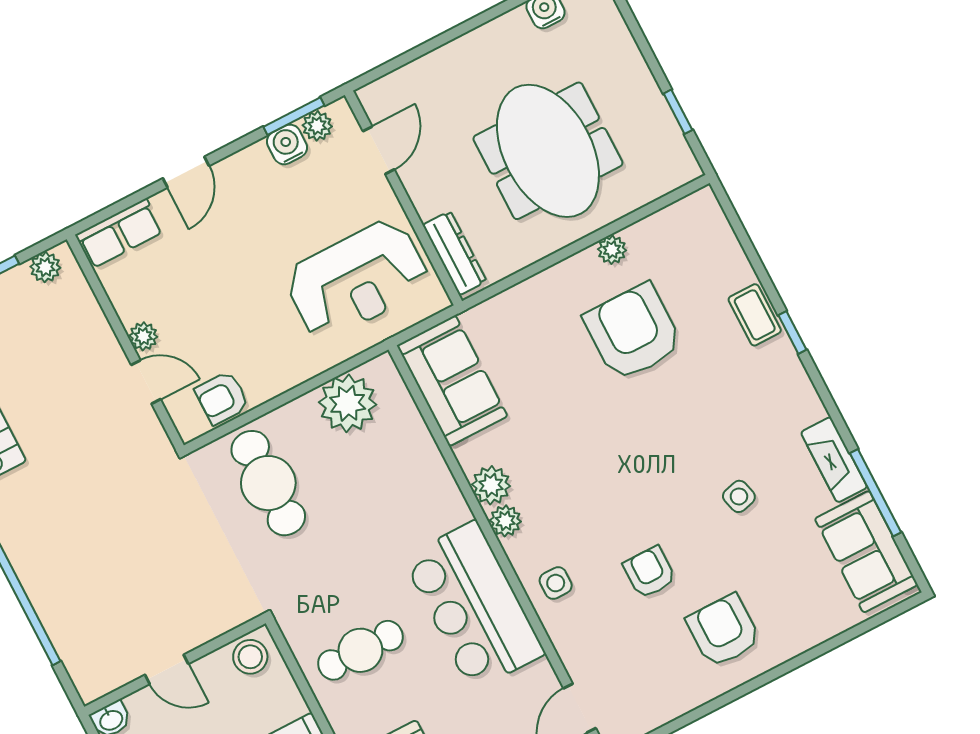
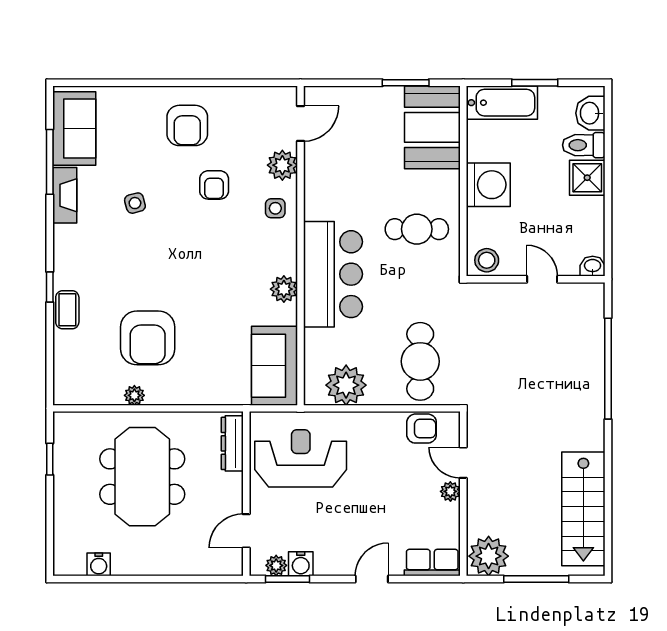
plant: (45, 267) -> (489, 556), width x1.87, depth x1.87
plant: (505, 521) -> (282, 165), moved, width x1.38, depth x1.38
bar counter: (474, 606) -> (333, 274), moved

